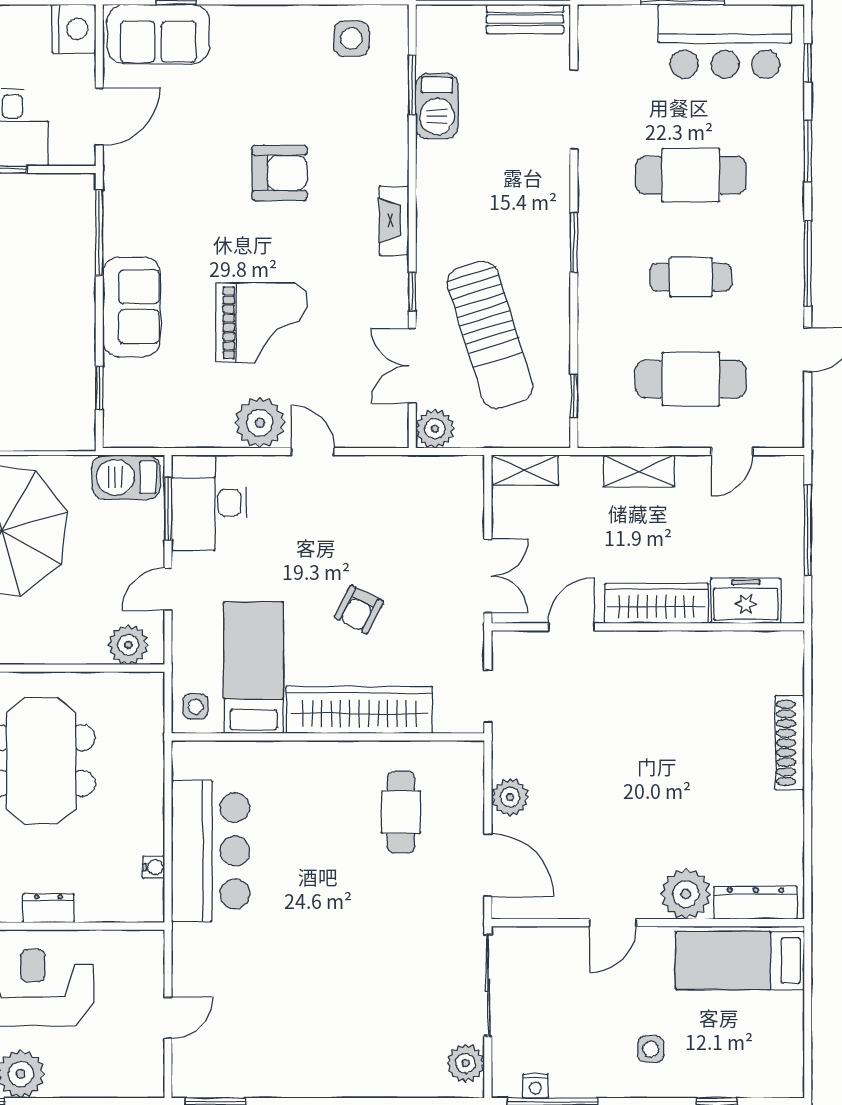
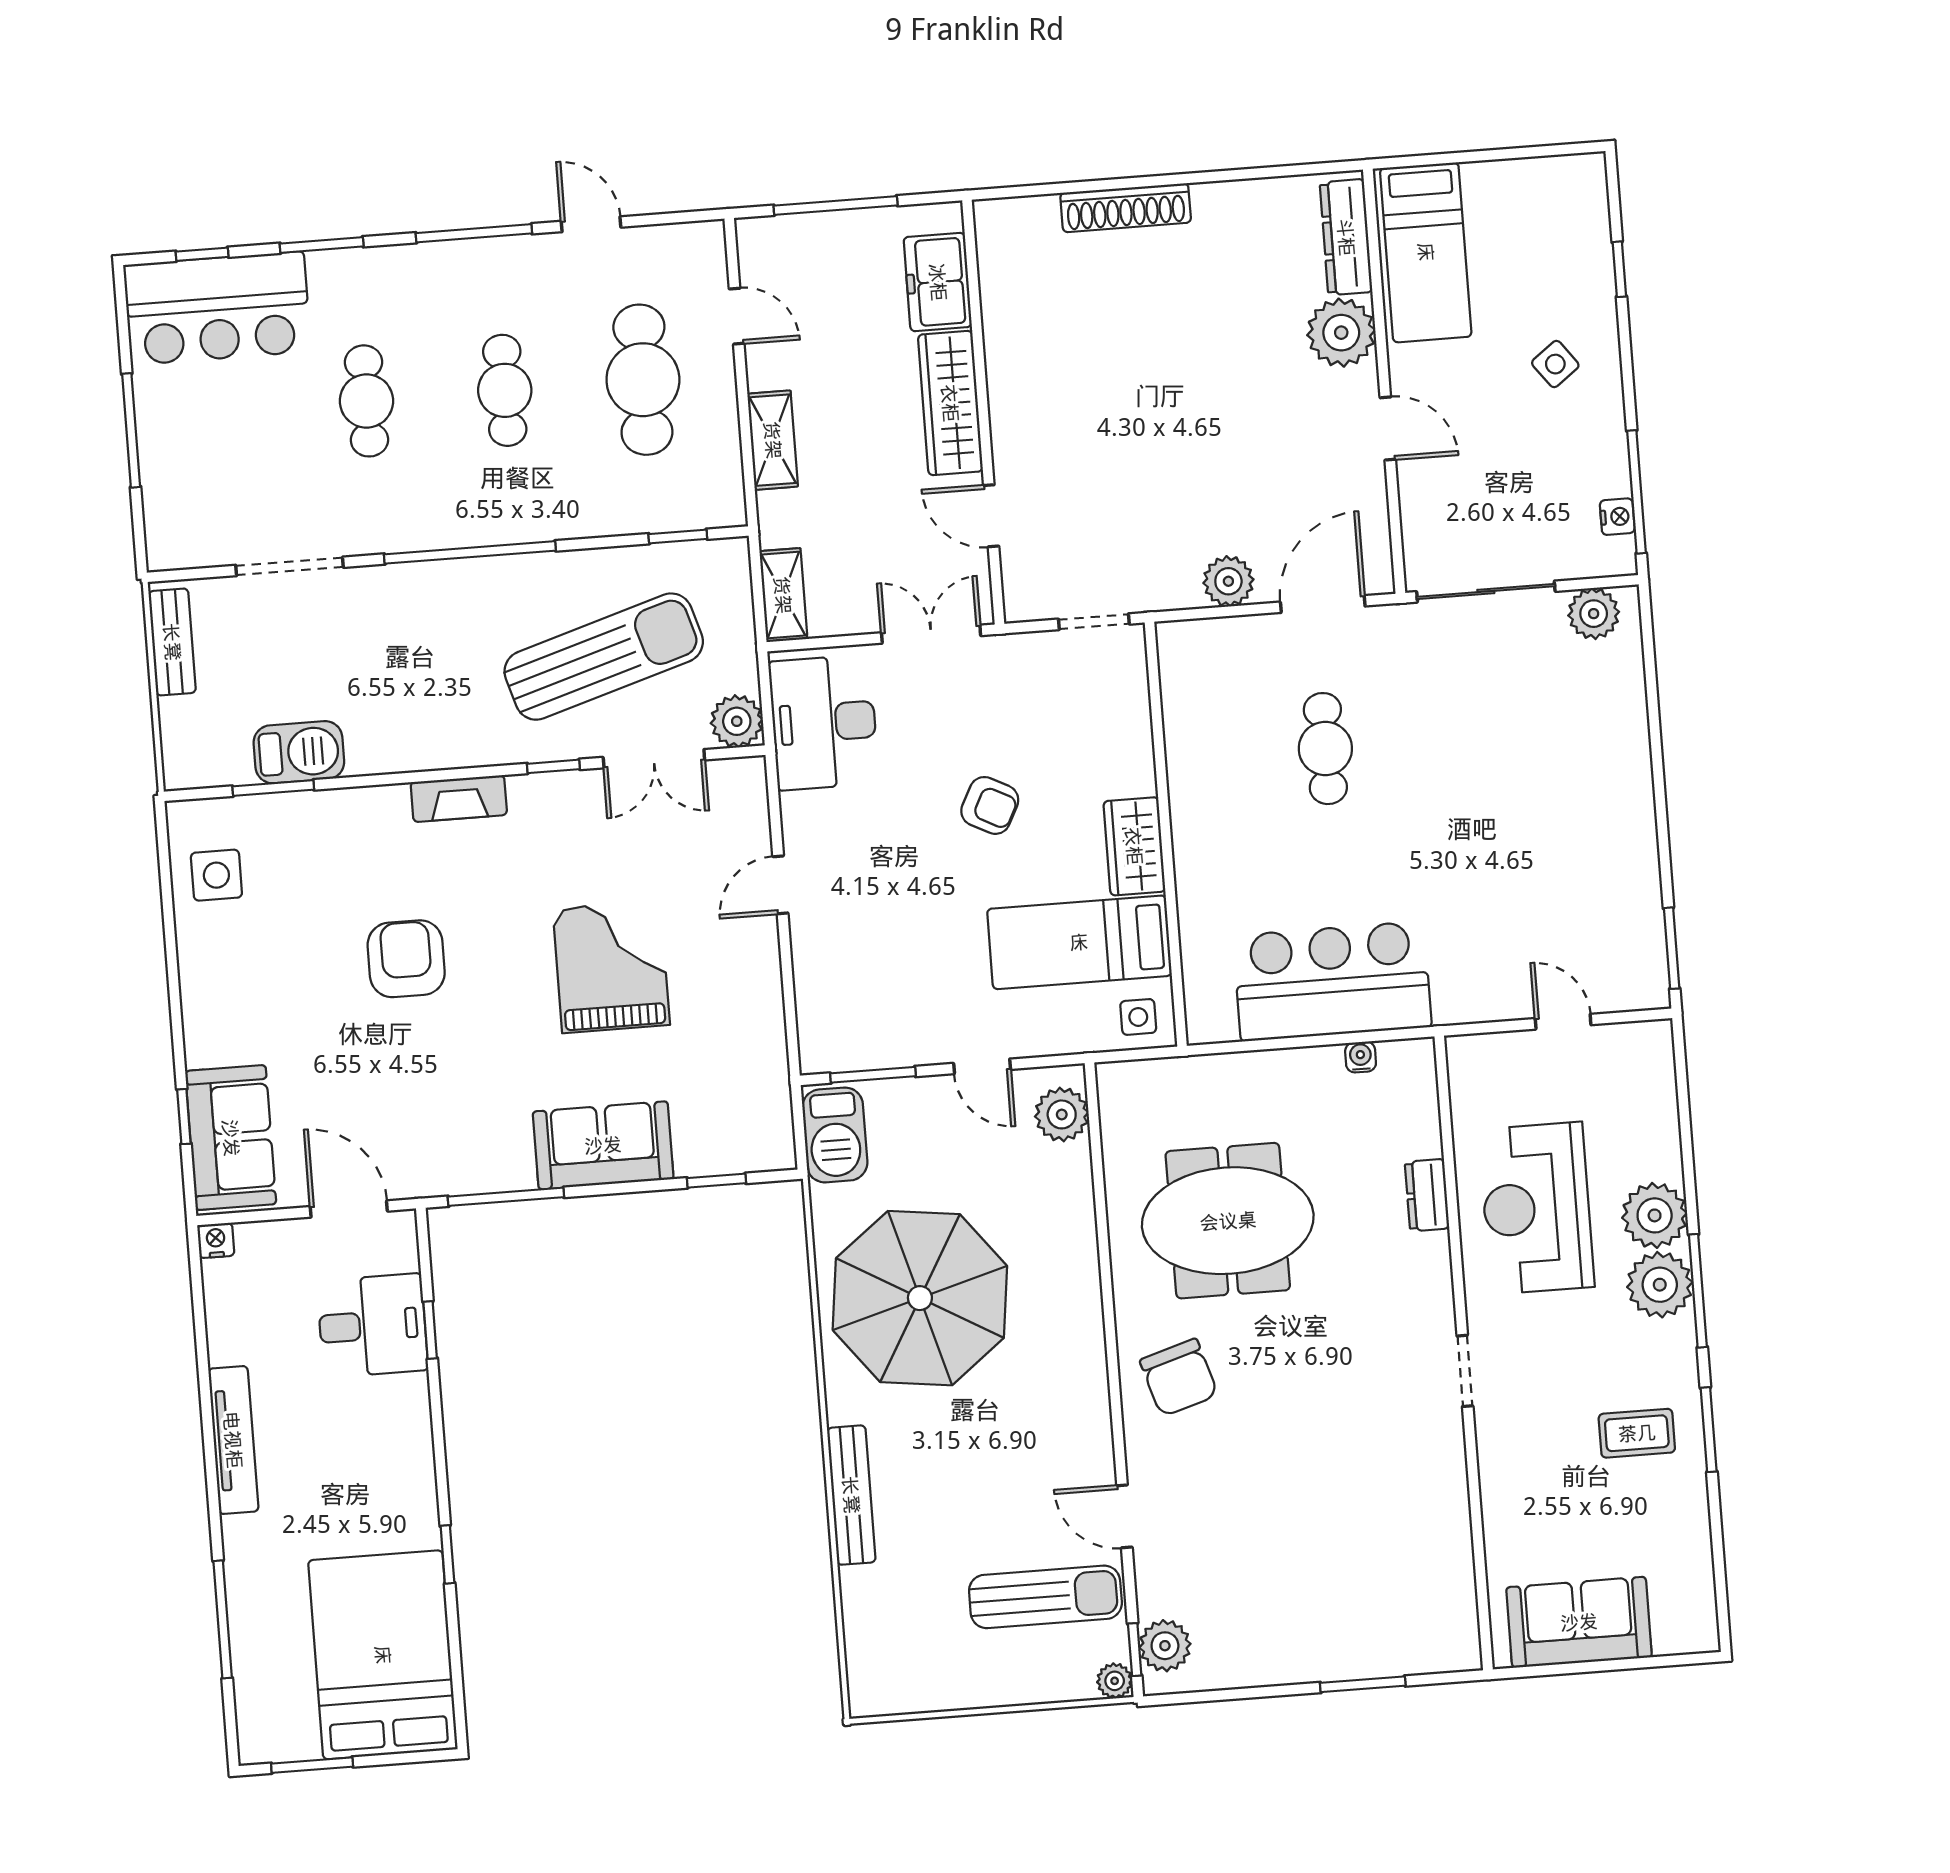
nightstand: (74, 29) -> (216, 1240), width x0.53, depth x0.56
bar counter: (725, 41) -> (217, 308), moved, turned 90
cafe table: (691, 175) -> (366, 401), width x0.73, depth x0.74
window: (574, 243) -> (470, 552), width x2.11
plant: (260, 423) -> (747, 959), removed
desk: (209, 503) -> (824, 722), moved, turned 90
wardrobe: (359, 710) -> (1134, 846), width x0.48, depth x0.85
cafe table: (401, 812) -> (1325, 749), moved, turned 90
side table: (651, 1049) -> (1555, 364), turned -37

